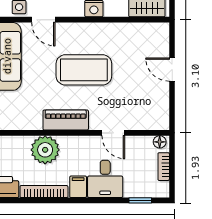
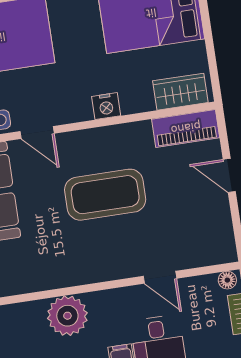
piano: (66, 120) -> (186, 128), moved, turned 180

